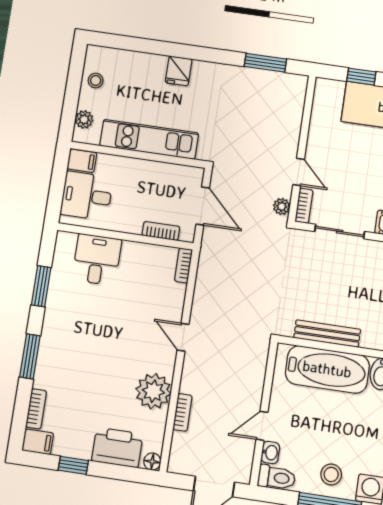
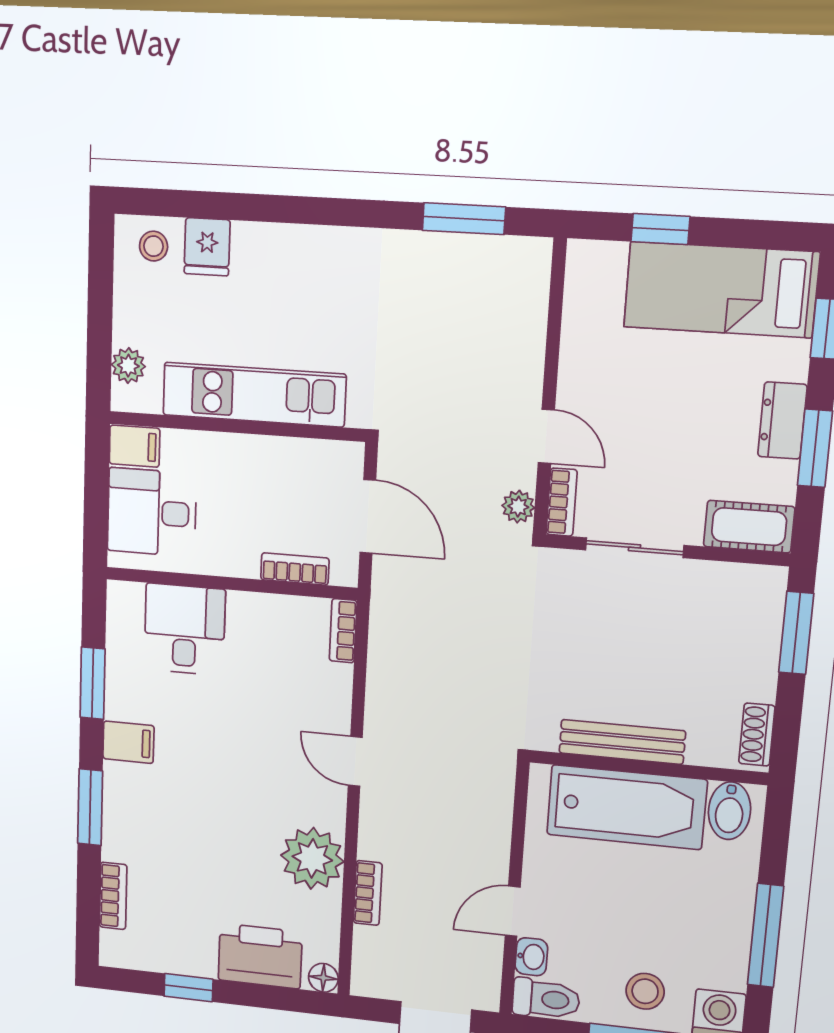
fridge: (179, 71) -> (207, 247), moved
stool: (96, 80) -> (154, 246), moved
filing cabinet: (38, 442) -> (128, 742), moved

